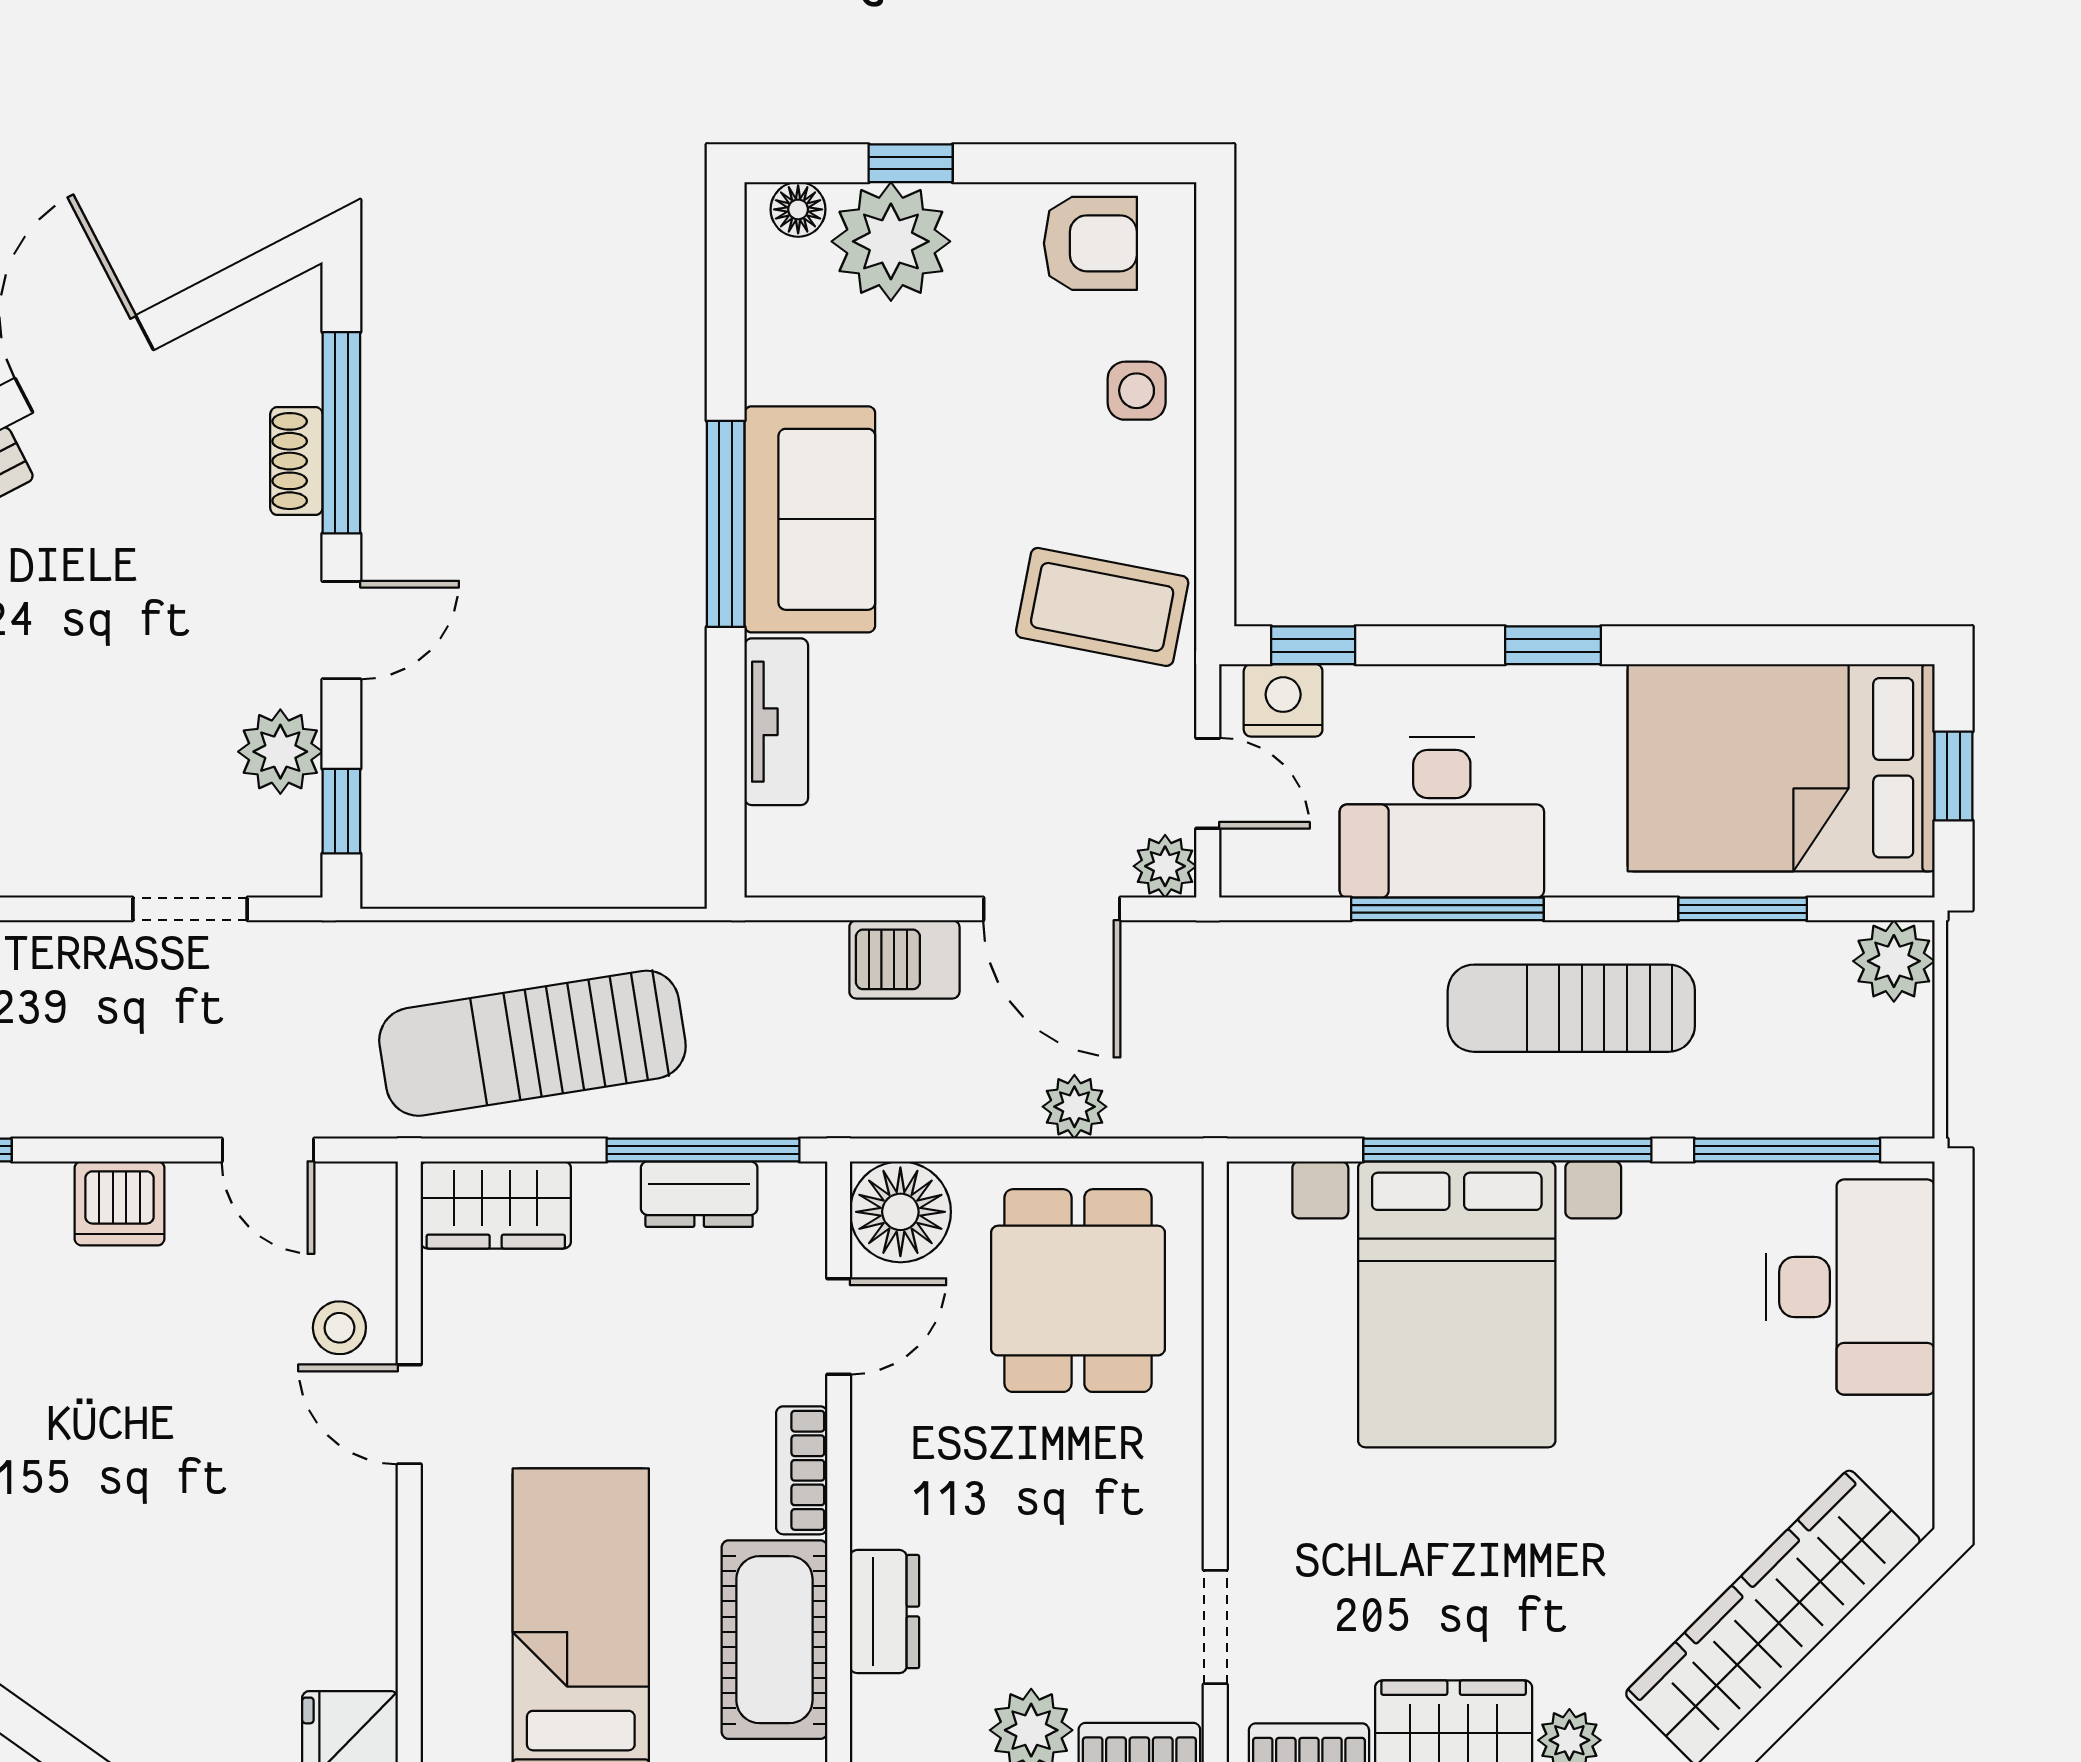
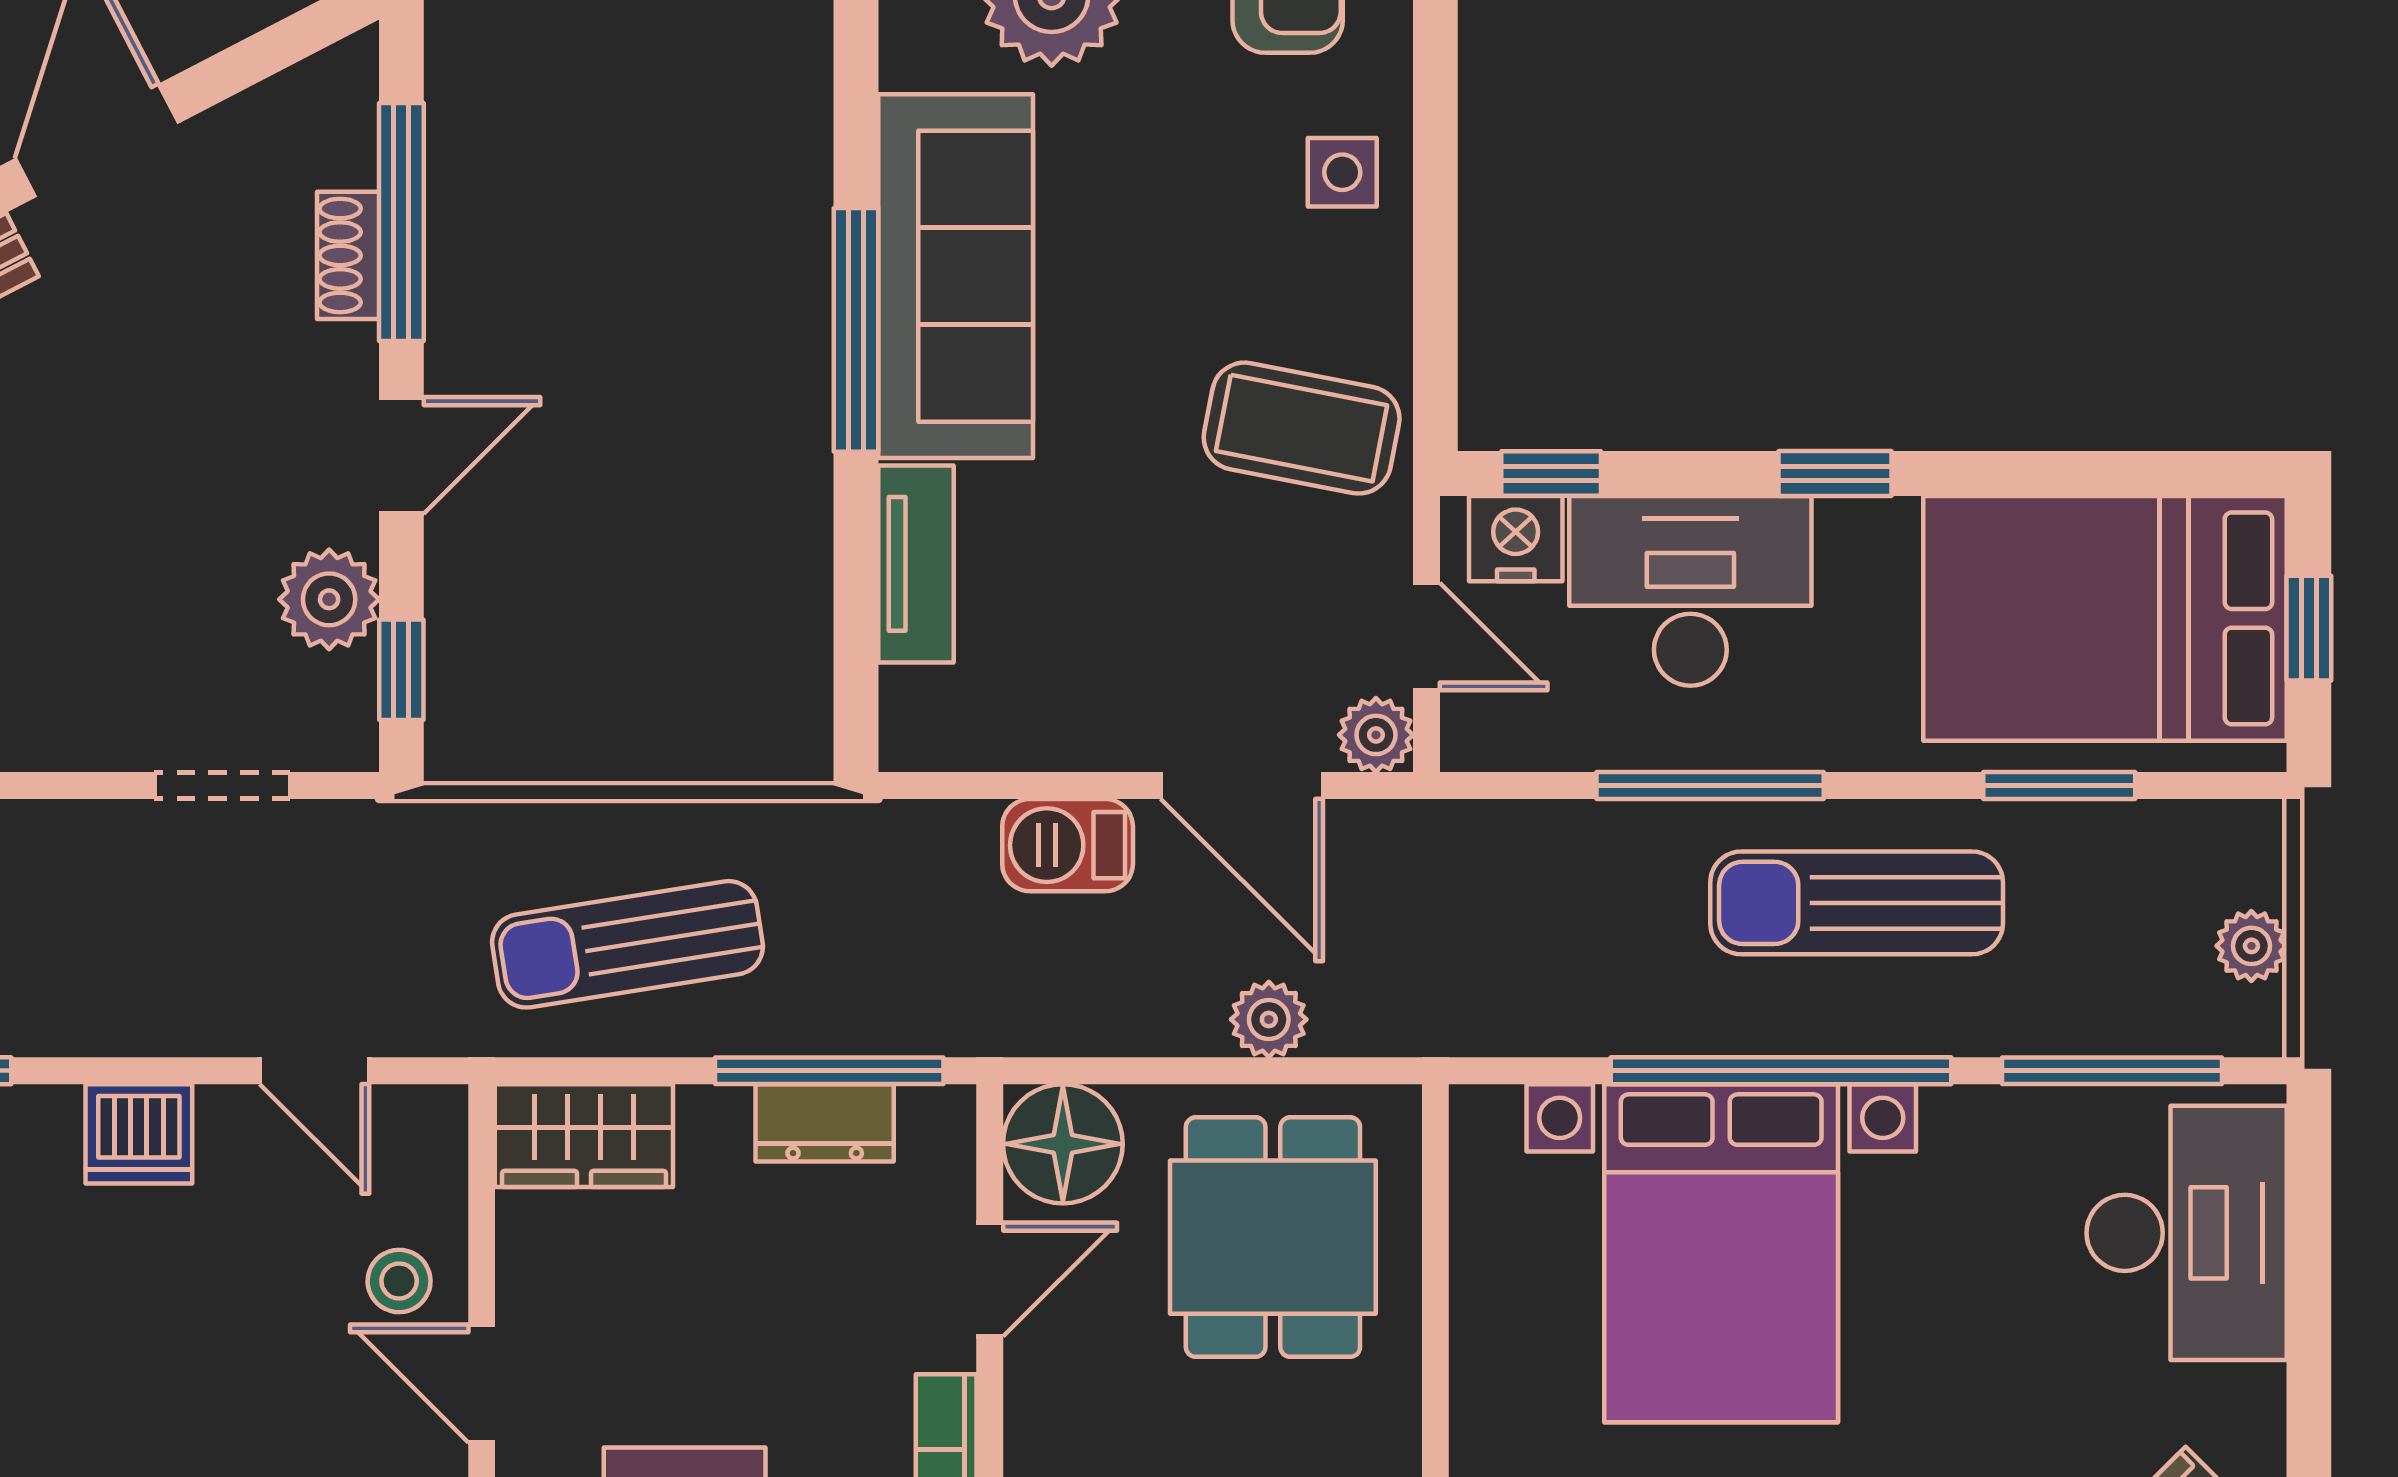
sofa: (810, 519) -> (956, 276), width x1.36
desk: (1442, 817) -> (1690, 591), moved, turned 180
plant: (1894, 961) -> (2251, 946), moved, width x0.73, depth x0.73
sun lounger: (532, 1043) -> (627, 944), width x0.73, depth x0.75

